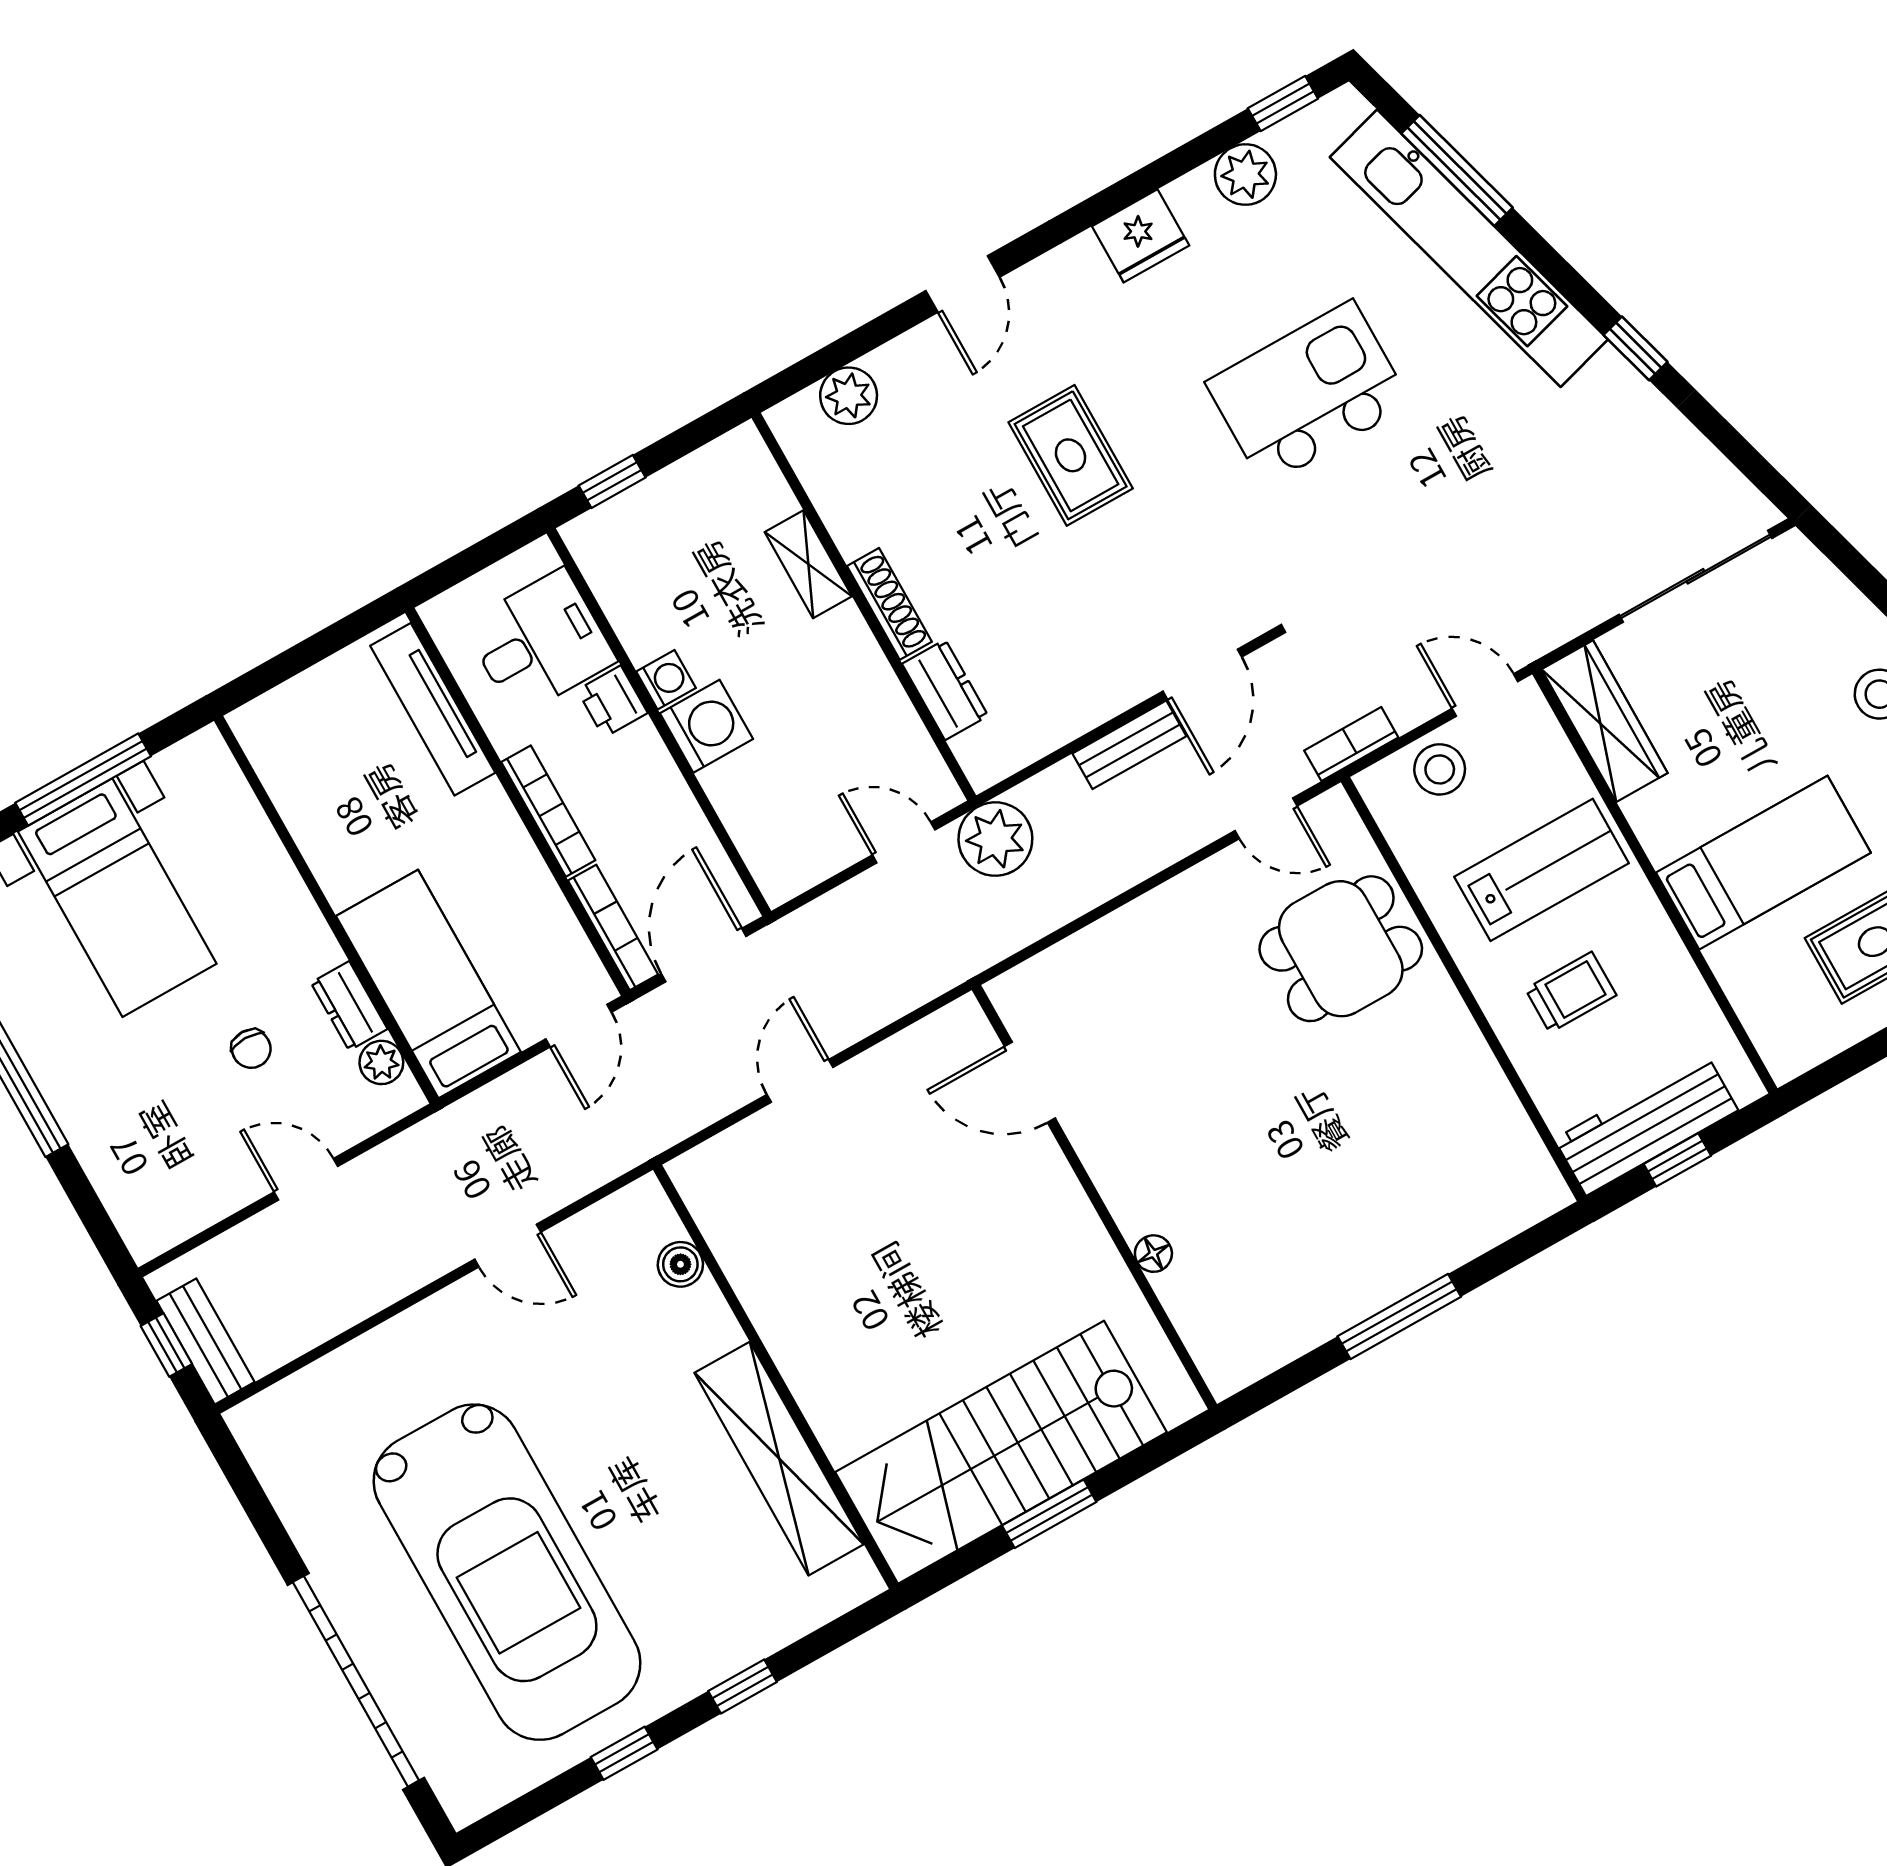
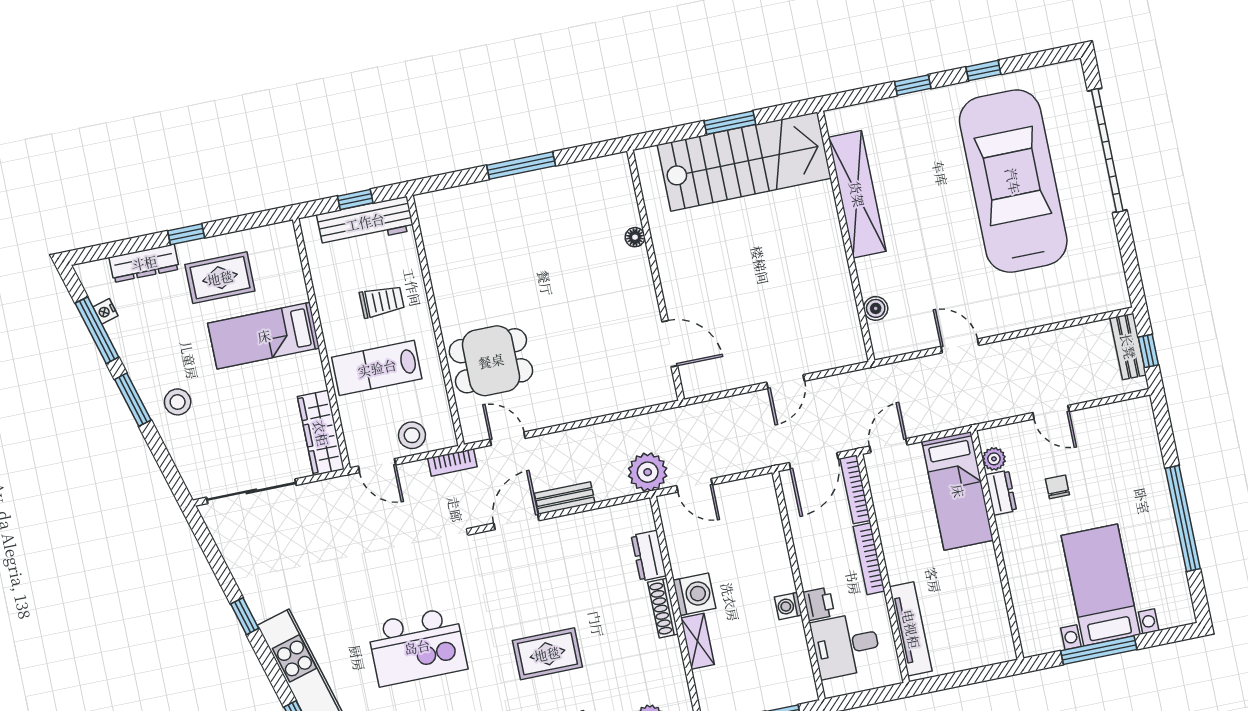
rug: (1071, 455) -> (547, 654), turned 90
washing machine: (706, 726) -> (694, 594), moved, turned 180
trolley: (1571, 992) -> (382, 301), turned 180

